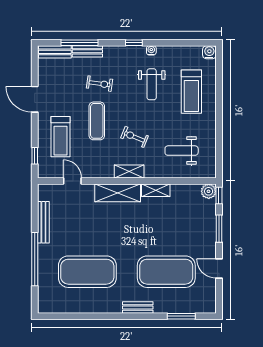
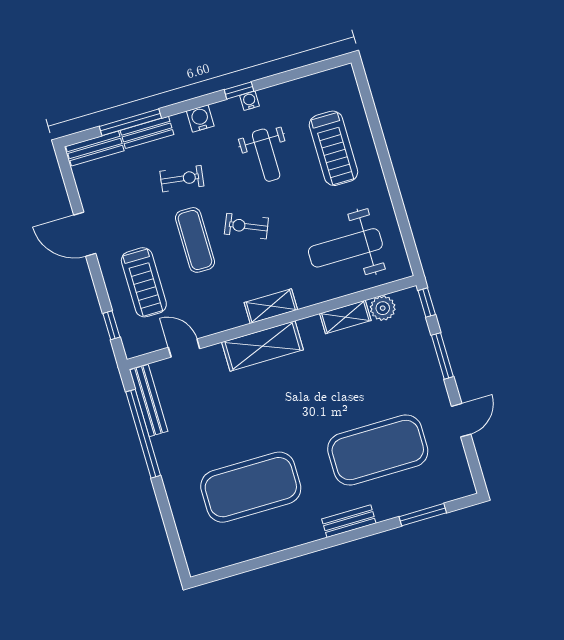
window: (134, 43) -> (239, 90), moved
water cooler: (209, 52) -> (200, 118), moved
exercise bike: (135, 137) -> (246, 226), moved
weight bench: (182, 151) -> (345, 248), width x1.36, depth x1.33
shelving: (156, 190) -> (345, 317), moved
plant: (209, 191) -> (383, 308), moved
bench: (43, 222) -> (149, 401), moved
window: (35, 259) -> (143, 434), moved
door: (219, 269) -> (461, 420), swing flipped

